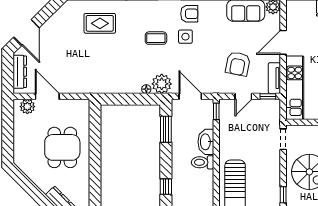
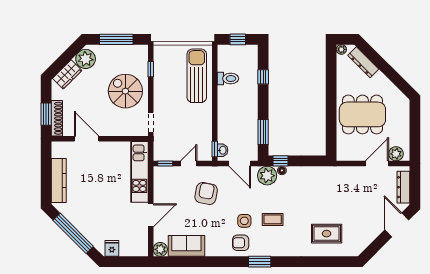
armchair: (238, 64) -> (206, 193), moved
tv unit: (274, 78) -> (159, 181), removed
door: (47, 96) -> (377, 164), swing flipped
window: (148, 99) -> (280, 161), added
washbasin: (206, 142) -> (223, 150), moved, width x0.52, depth x0.69
dining table: (62, 147) -> (362, 114), width x1.38
toilet: (203, 162) -> (228, 79), moved

